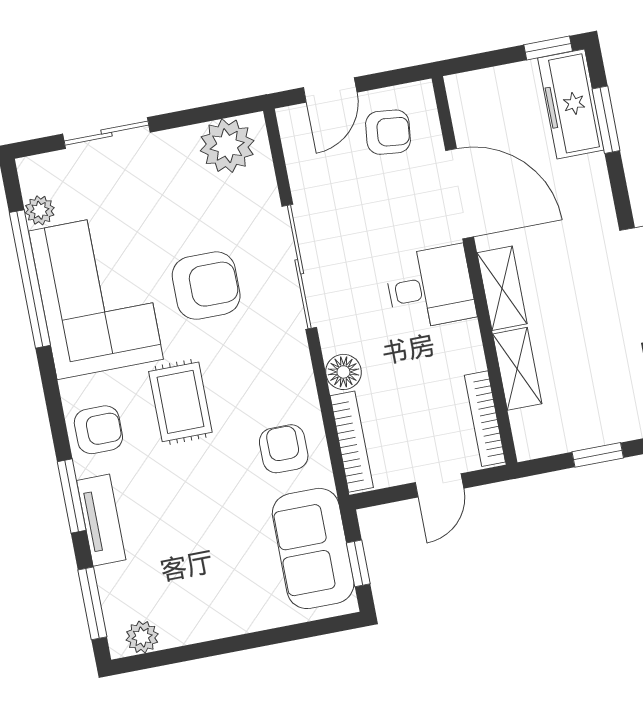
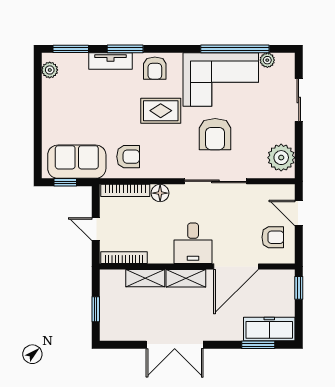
window: (548, 48) -> (299, 288), moved
armchair: (388, 132) -> (273, 237), turned -96

